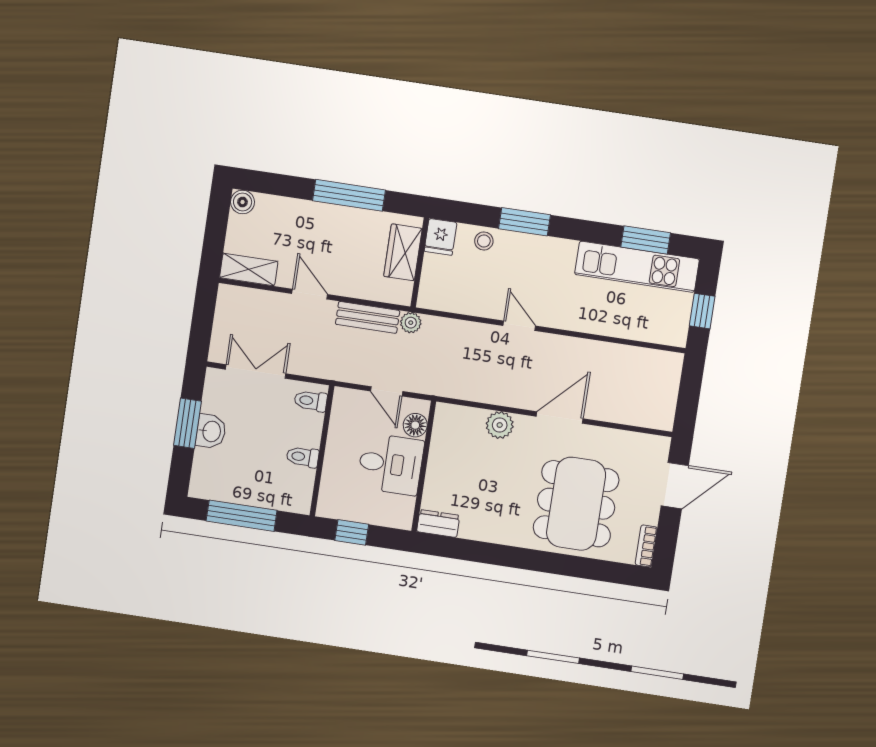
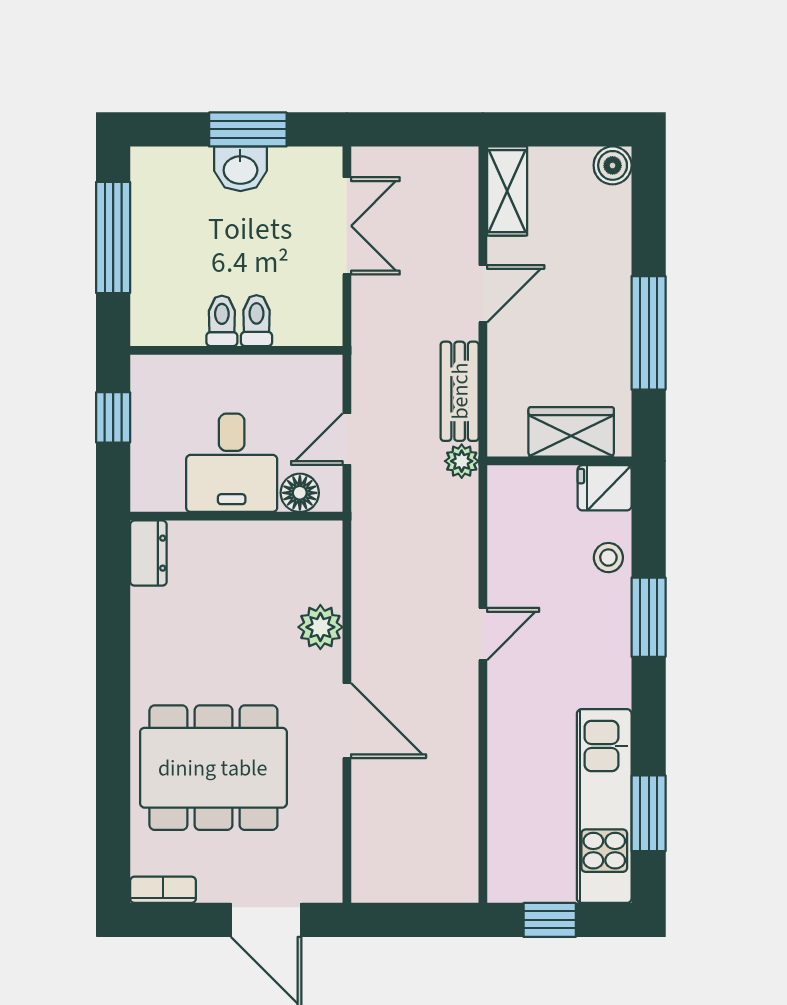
toilet: (311, 401) -> (256, 321), moved

